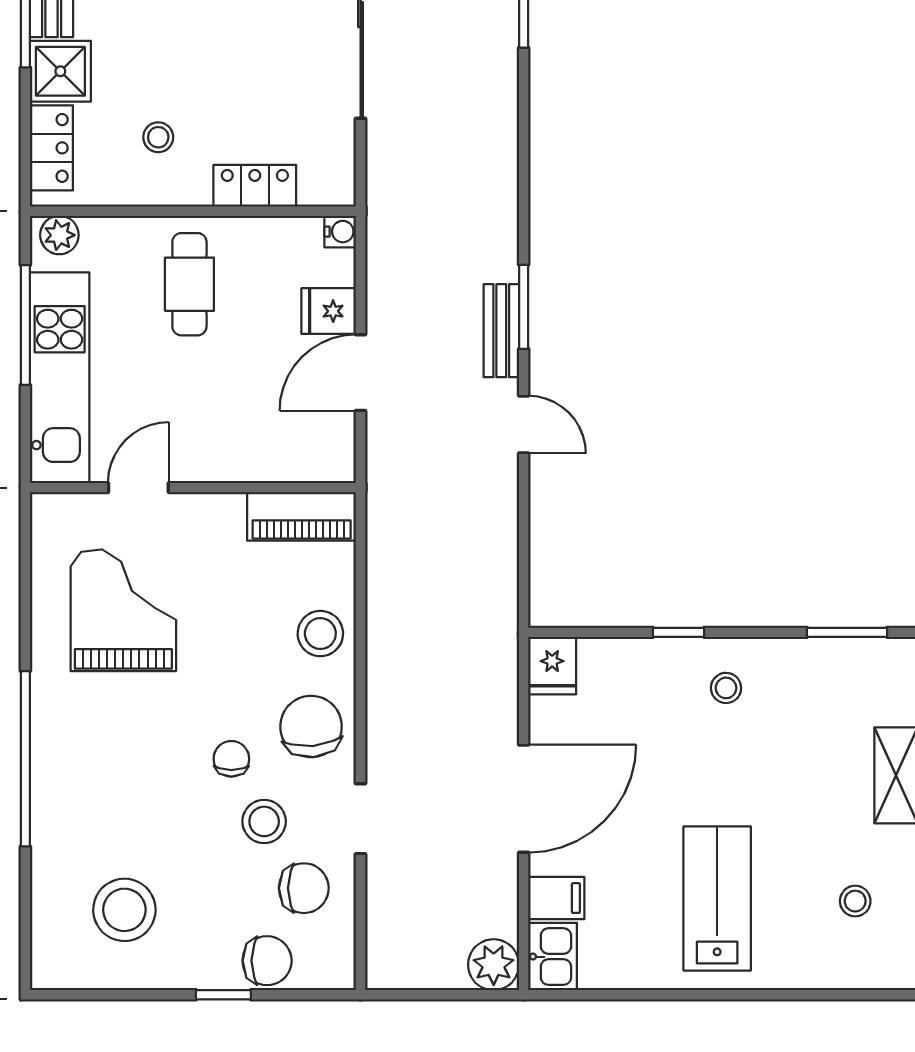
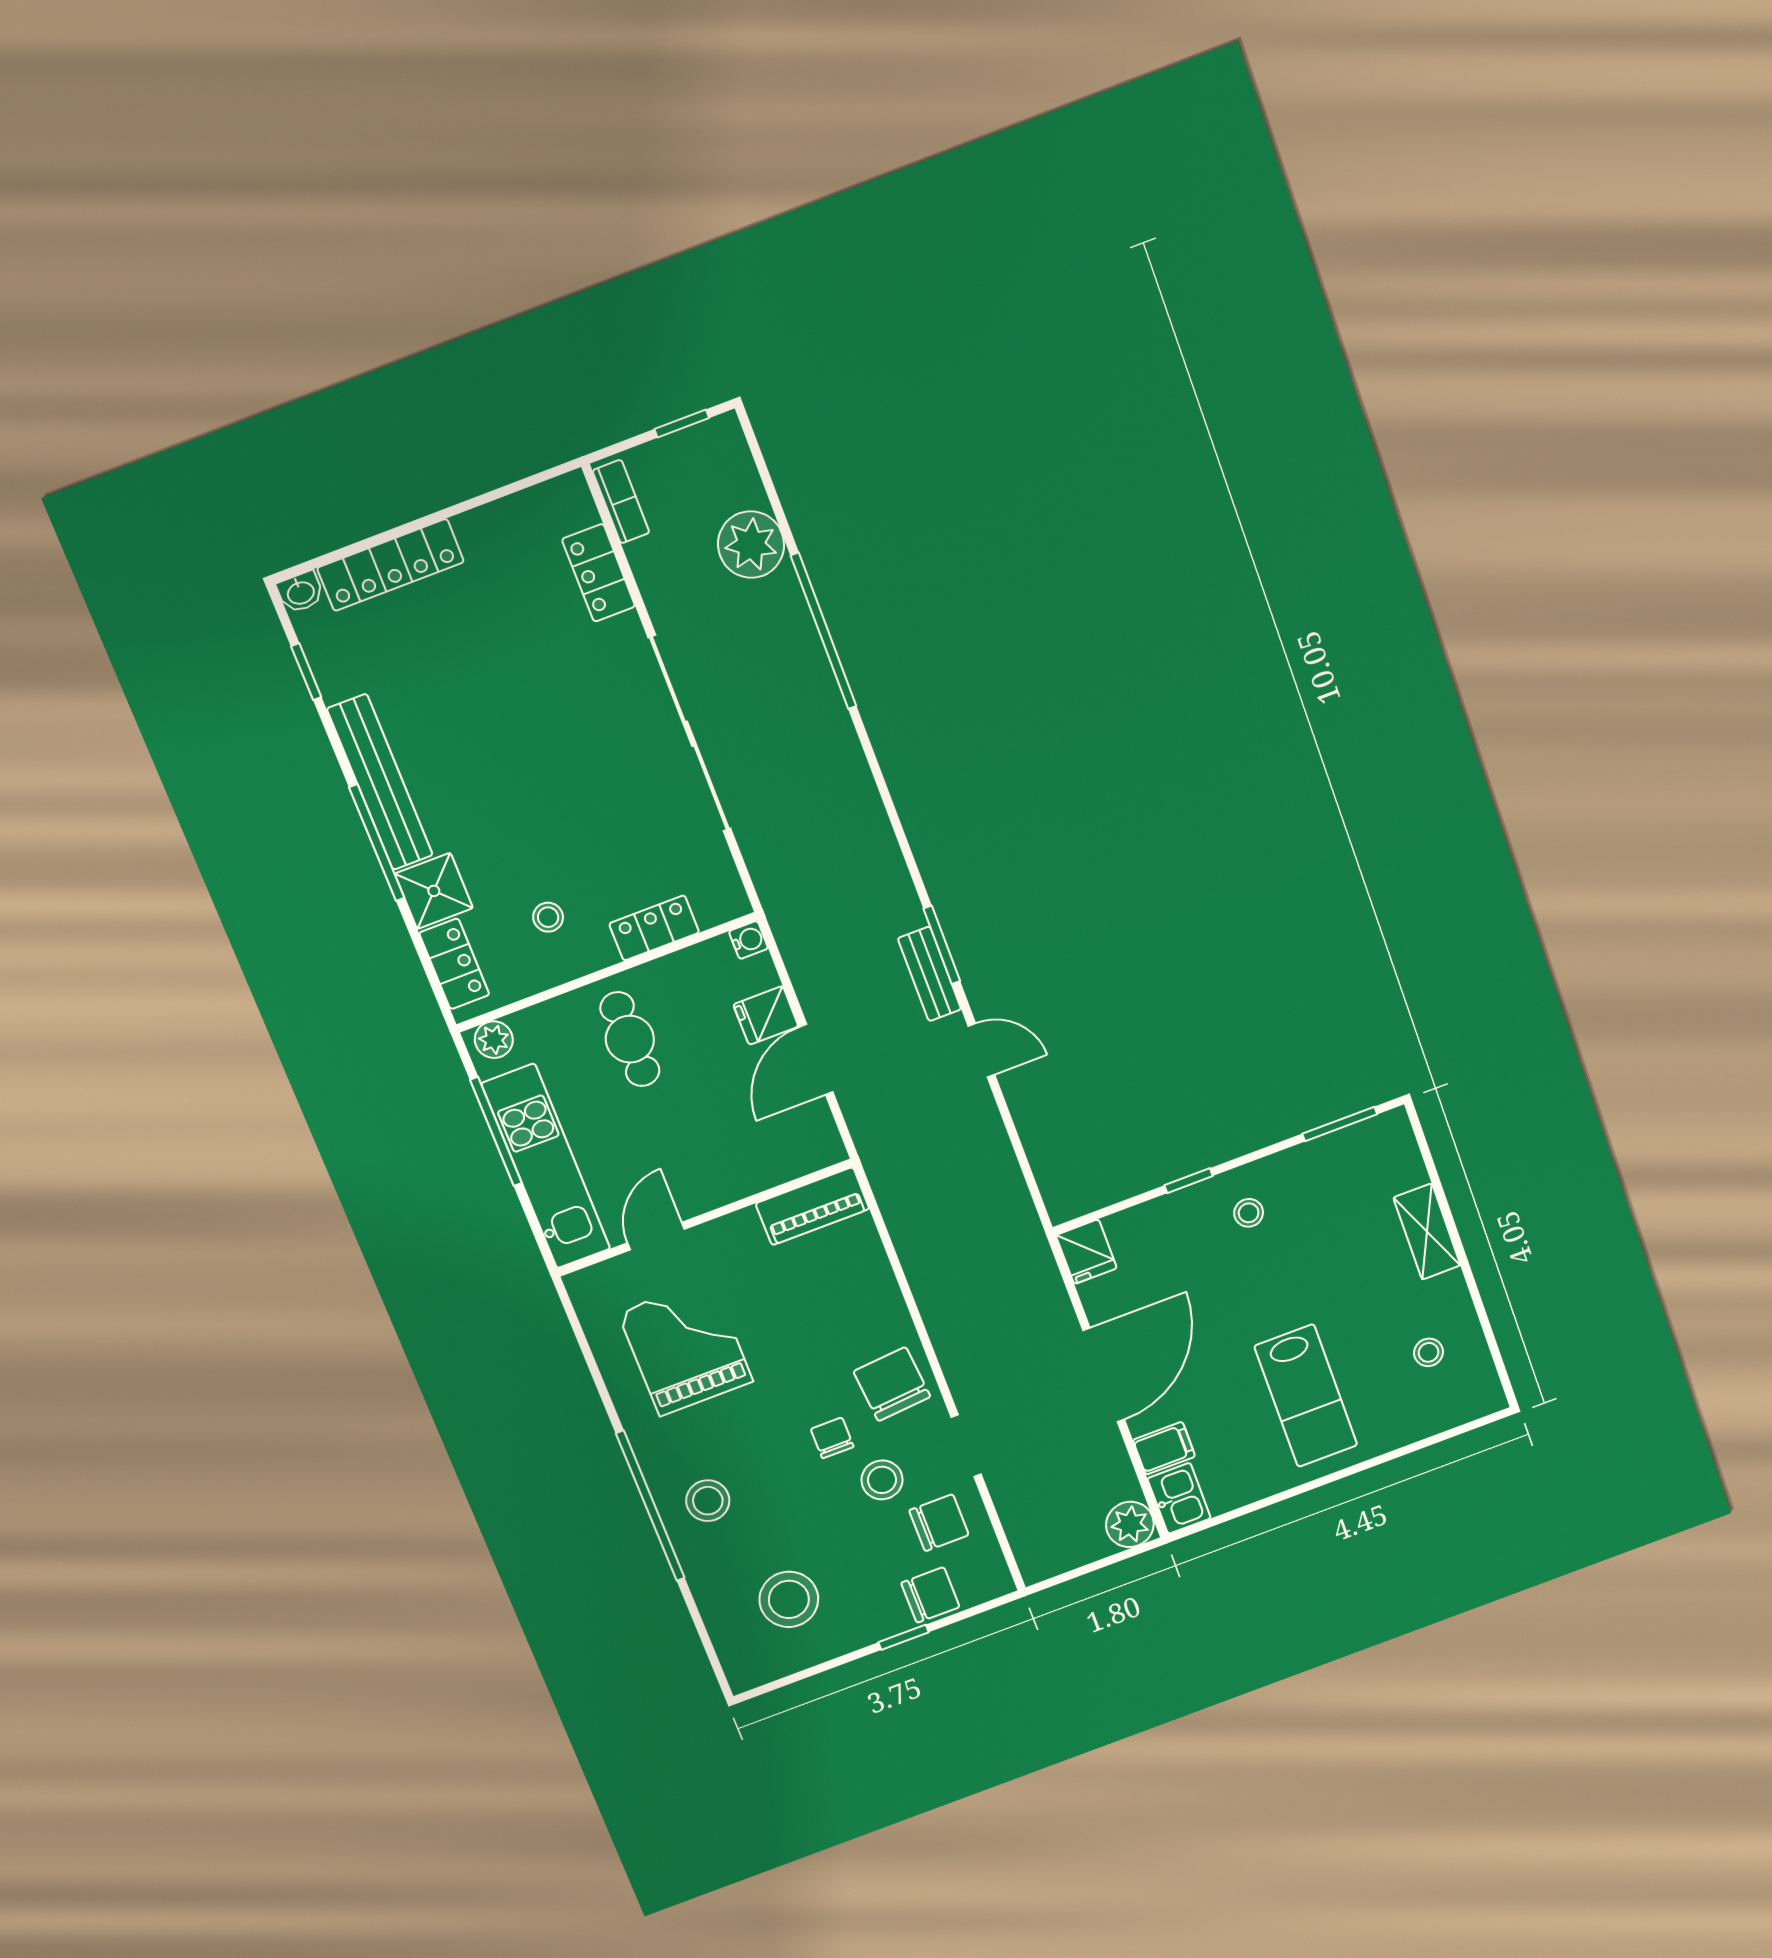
stool: (320, 634) -> (708, 1501), moved
lab bench: (717, 898) -> (1306, 1396), turned 180

